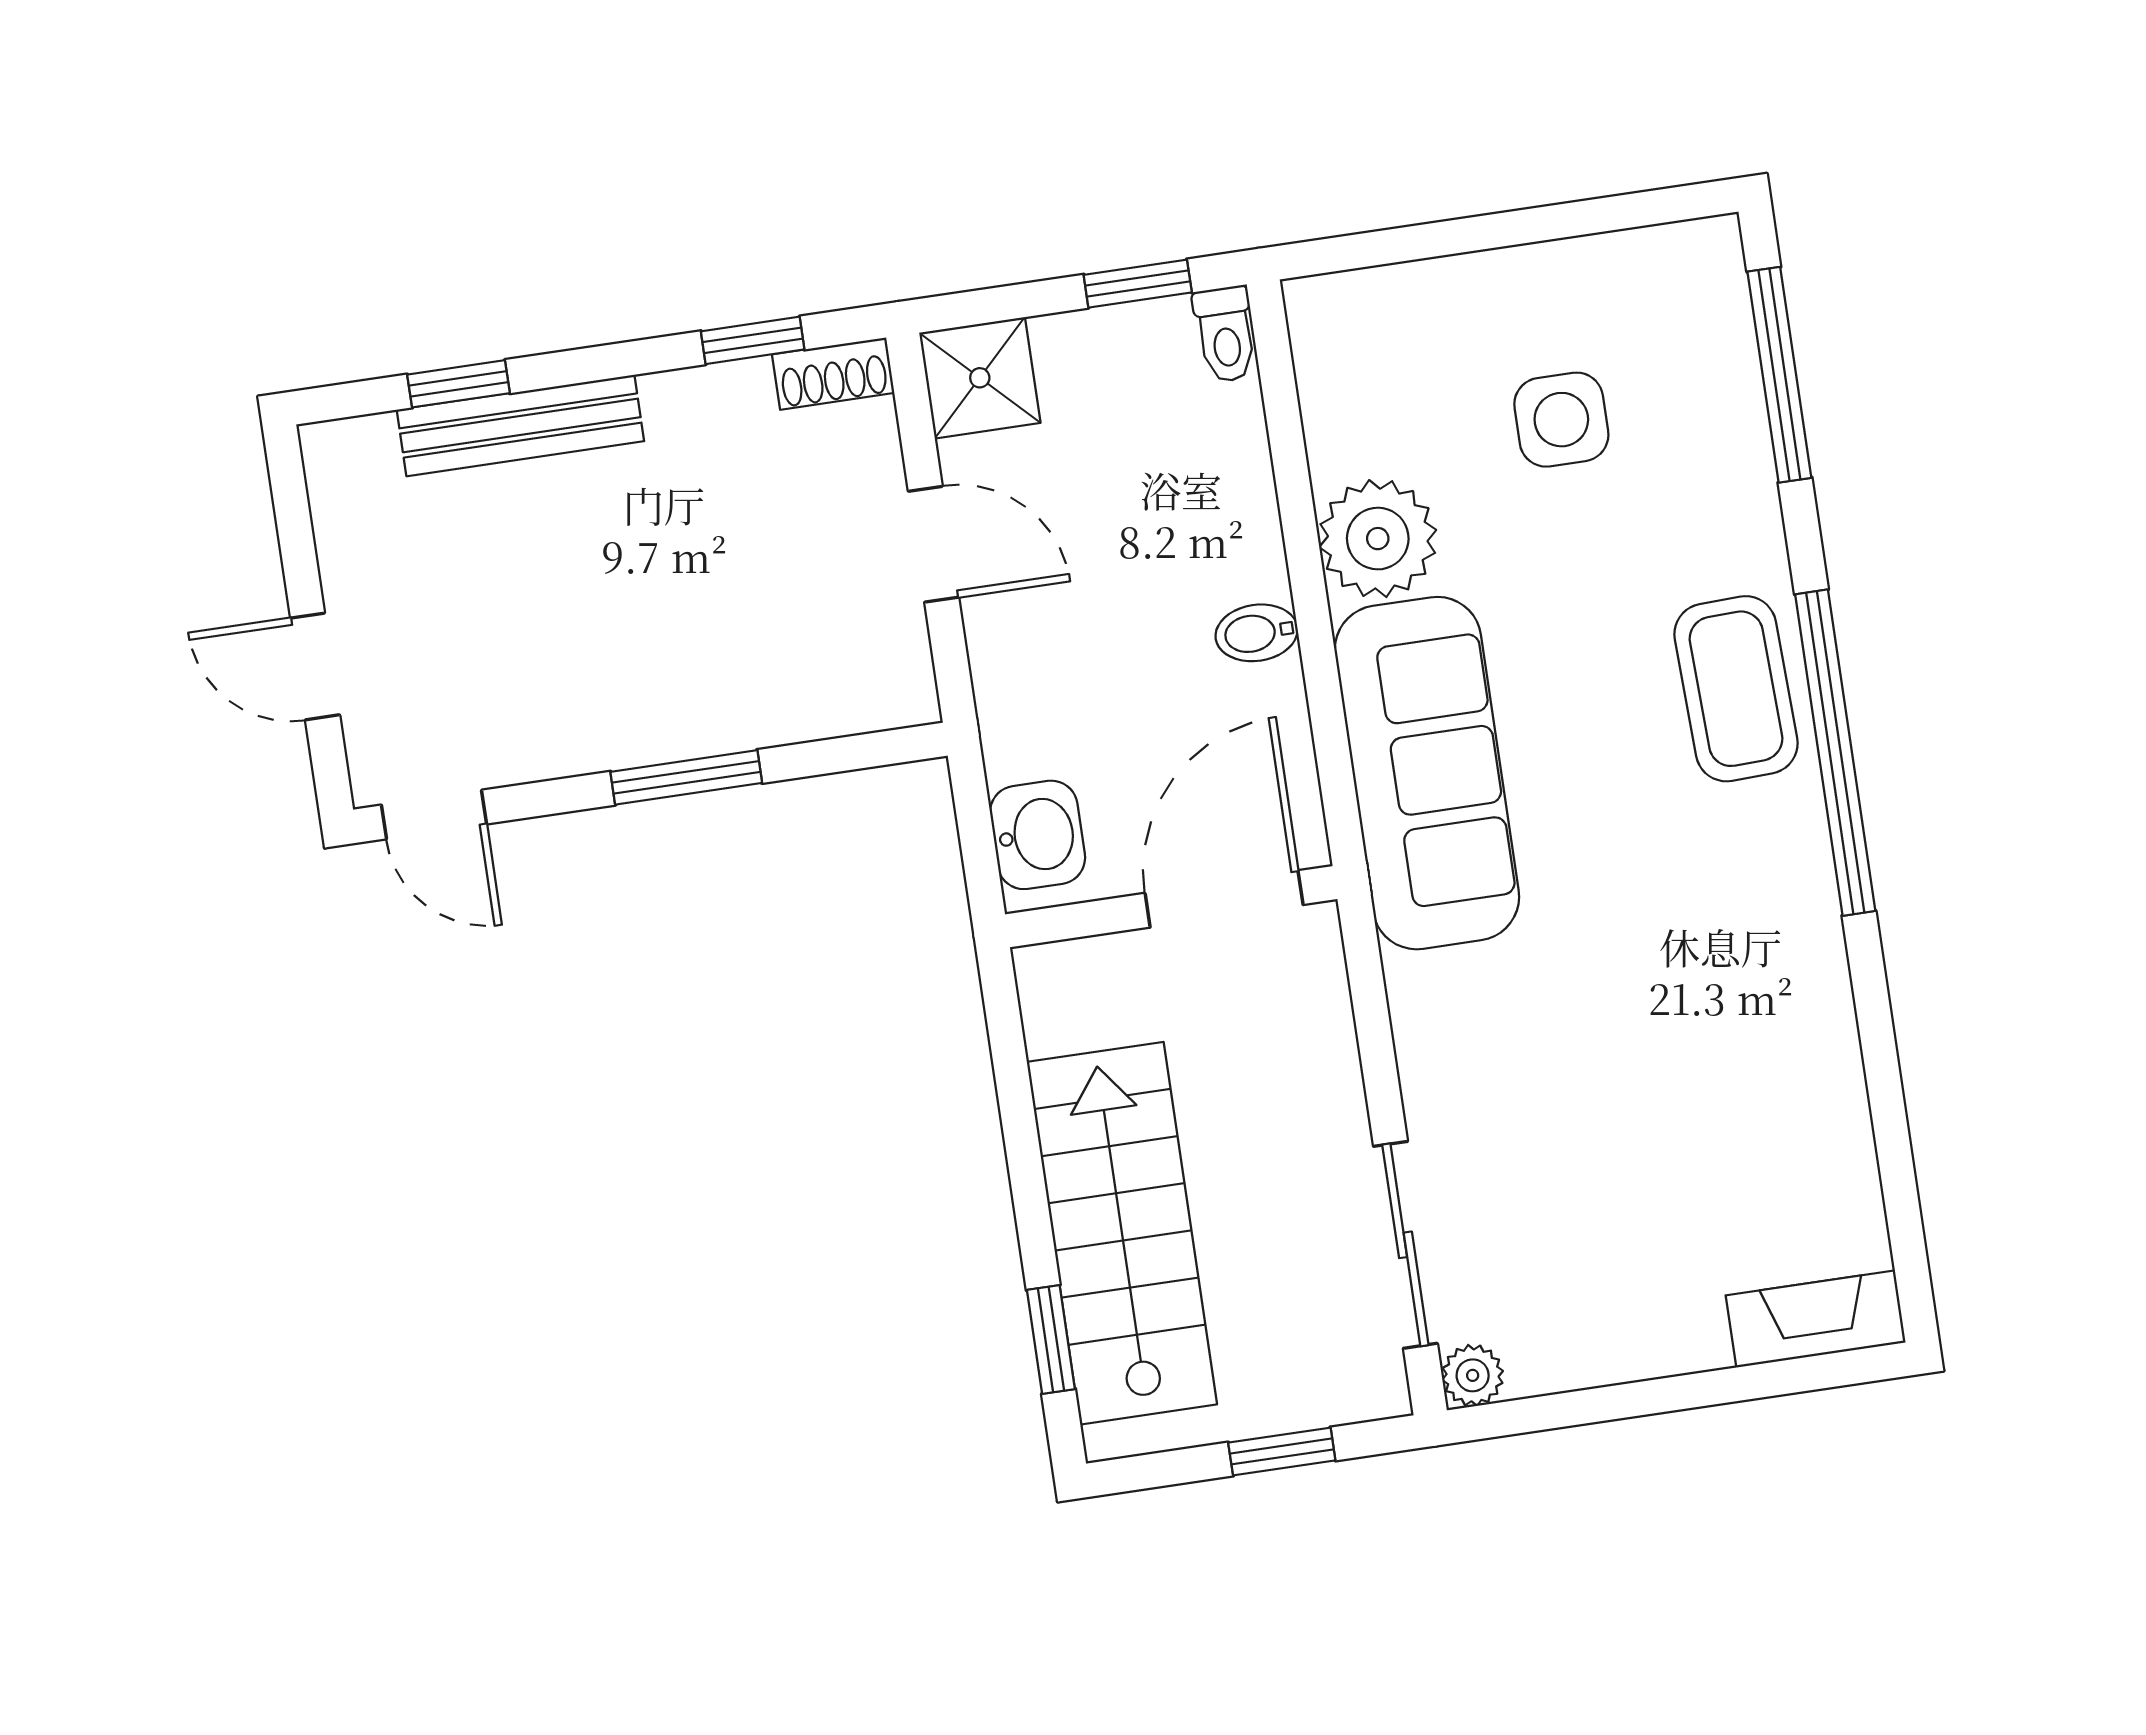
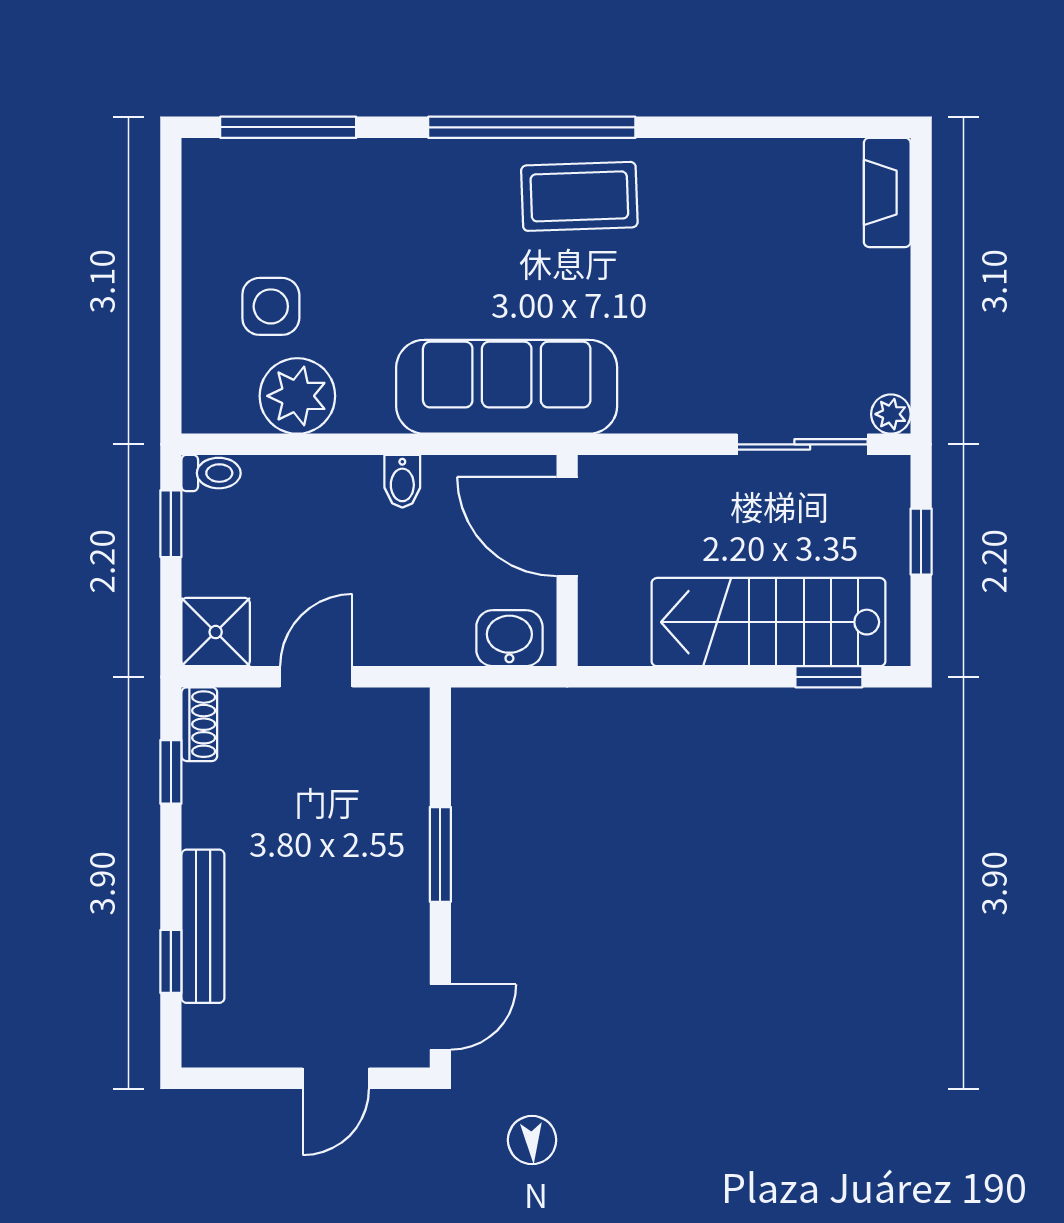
side table: (1561, 420) -> (271, 306), moved
plant: (1378, 539) -> (297, 396), moved
coffee table: (1736, 689) -> (579, 196), moved

